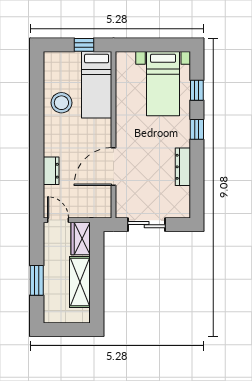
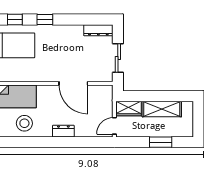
dresser: (183, 167) -> (98, 30), moved
dresser: (51, 171) -> (63, 131), moved

